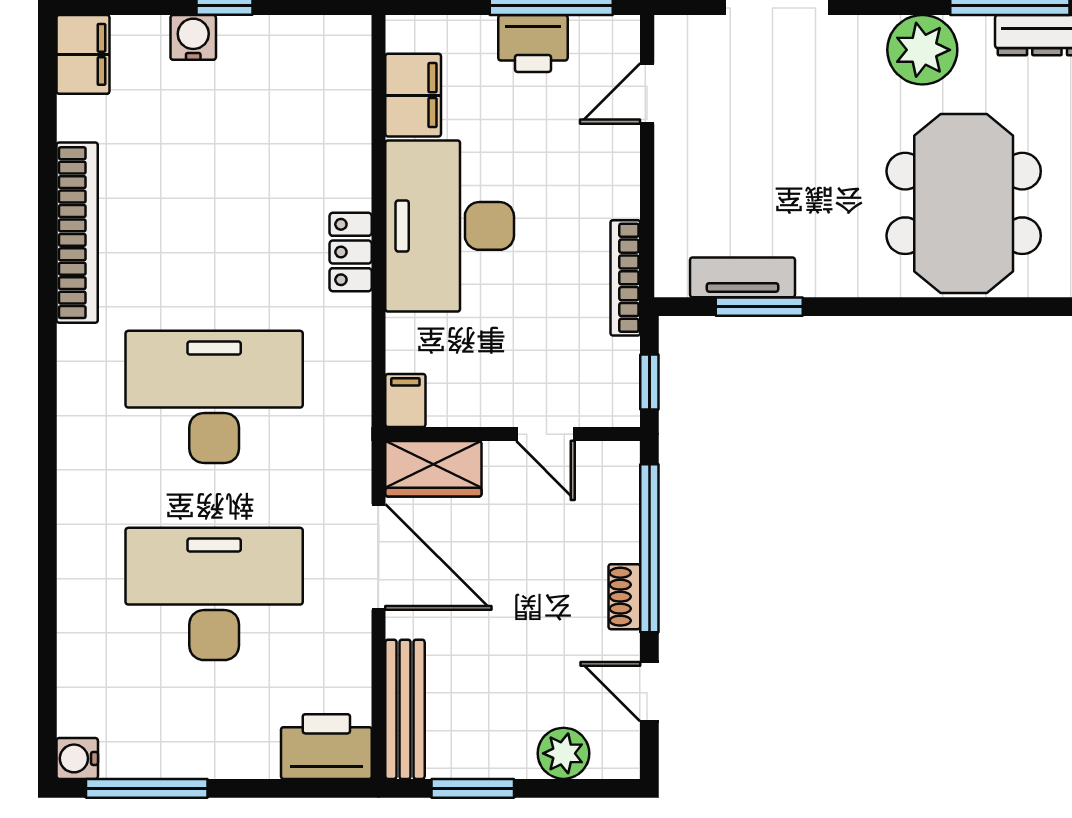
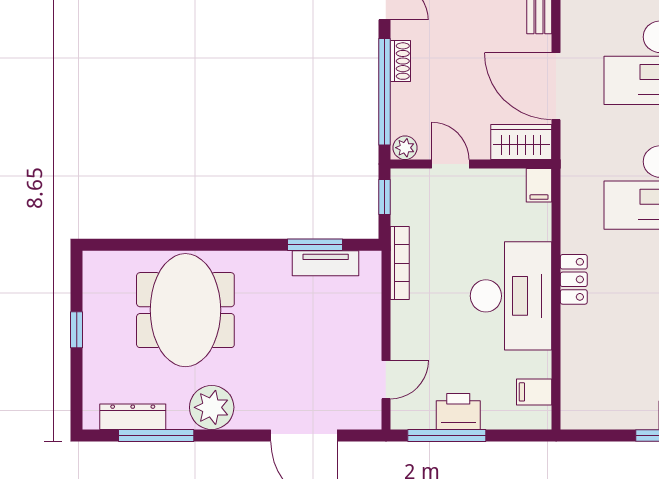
filing cabinet: (413, 95) -> (534, 392), width x0.50
plant: (617, 460) -> (405, 148), added

